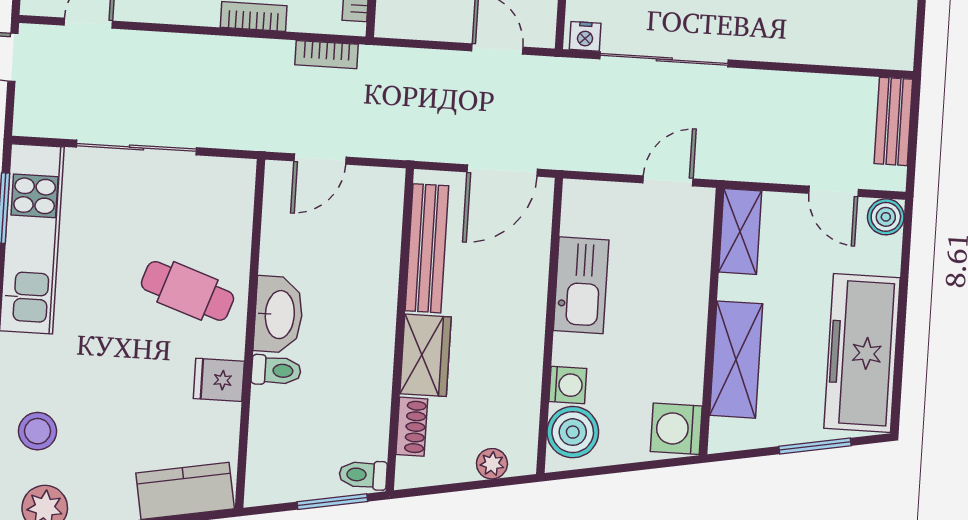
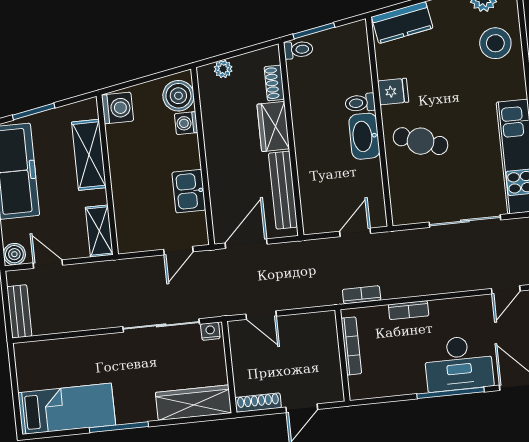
door: (668, 181) -> (178, 251), moved
kitchen sink: (581, 285) -> (189, 191), width x0.73
stool: (38, 431) -> (495, 43), width x1.38, depth x1.38

